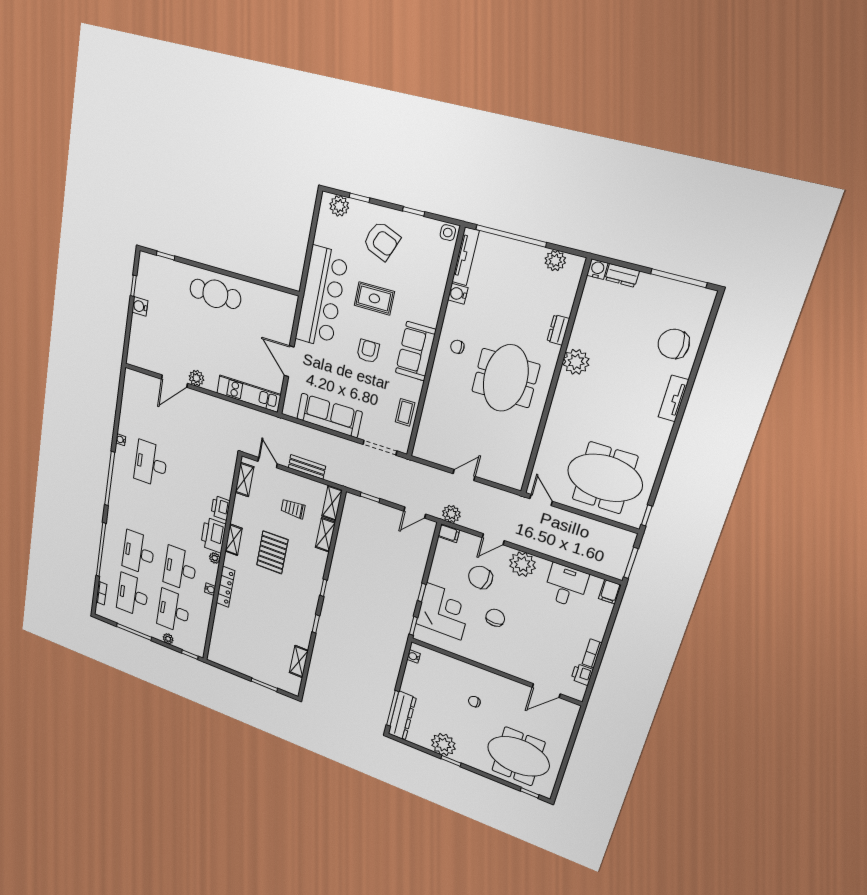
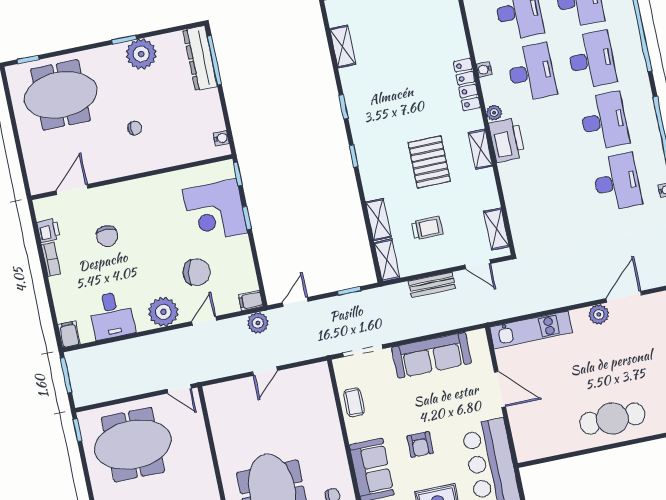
printer: (220, 508) -> (511, 179), removed
desk: (144, 509) -> (604, 121), added
chair: (495, 618) -> (107, 236), moved

